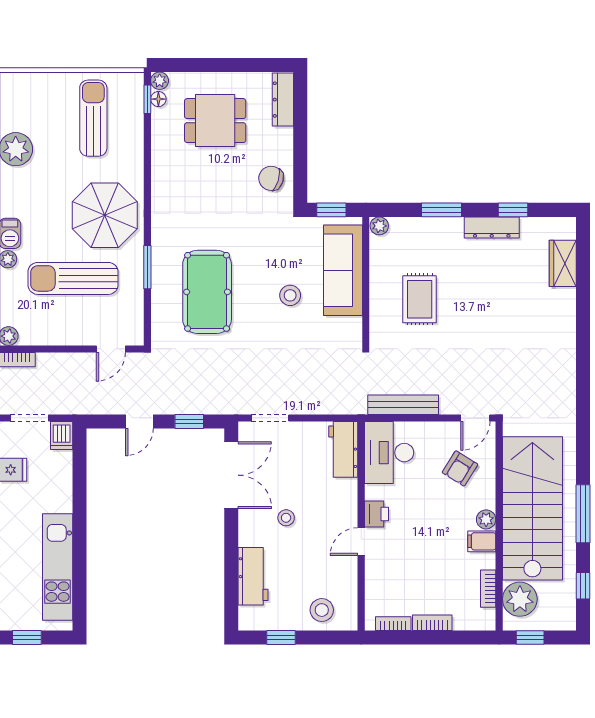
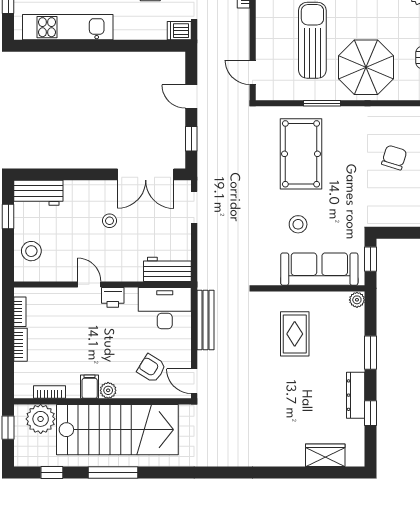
chair: (271, 178) -> (394, 157), moved
pool table: (207, 292) -> (301, 154), turned 90
rug: (420, 299) -> (295, 334), turned 90
workbench: (253, 576) -> (38, 193), moved

